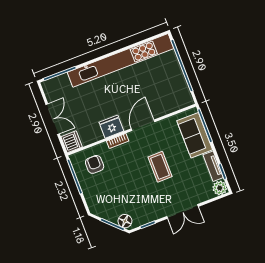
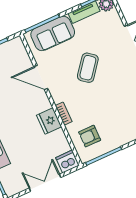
door: (143, 125) -> (41, 77), moved
coffee table: (160, 167) -> (88, 68), turned -52

